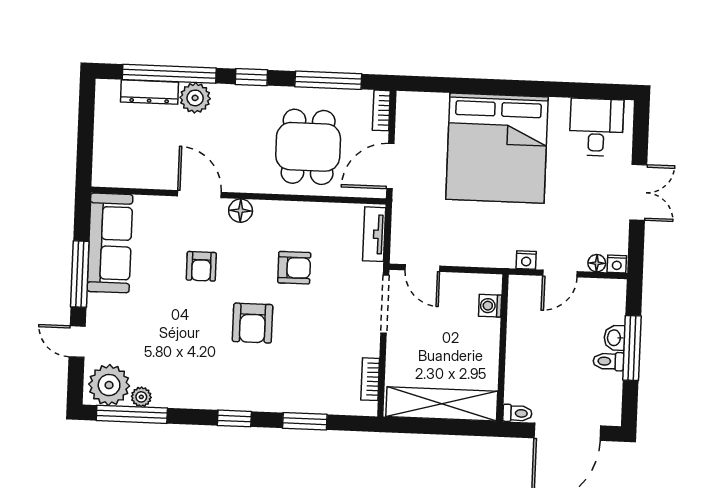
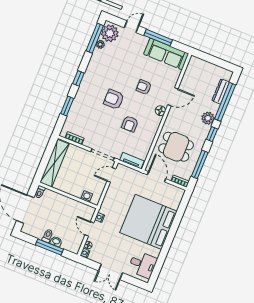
plant: (195, 98) -> (208, 118), moved

